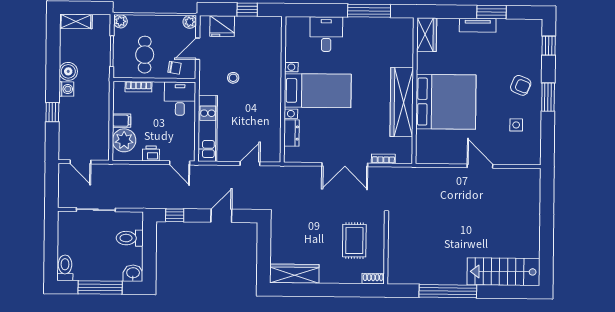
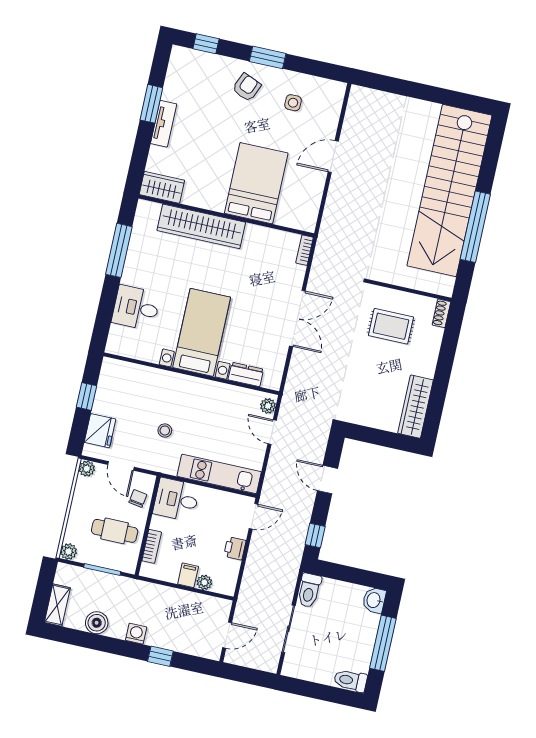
boiler: (68, 71) -> (97, 623), moved
wardrobe: (402, 102) -> (201, 226), moved
bed: (446, 102) -> (256, 183), width x0.73
plant: (124, 140) -> (204, 582), width x0.53, depth x0.53
plant: (270, 156) -> (268, 406), added
bookcase: (383, 159) -> (305, 250), moved
toilet: (130, 238) -> (309, 590), moved
stairs: (504, 272) -> (449, 190), width x1.86, depth x1.51

